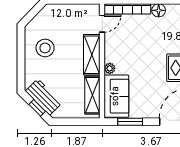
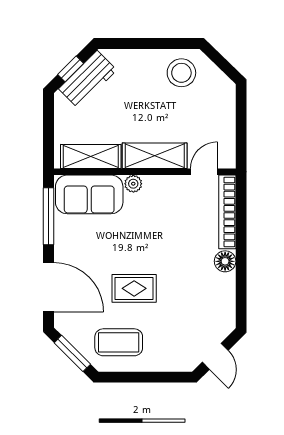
door: (102, 24) -> (204, 172), swing flipped
stool: (45, 48) -> (181, 73), moved
window: (130, 122) -> (49, 216), width x1.44

